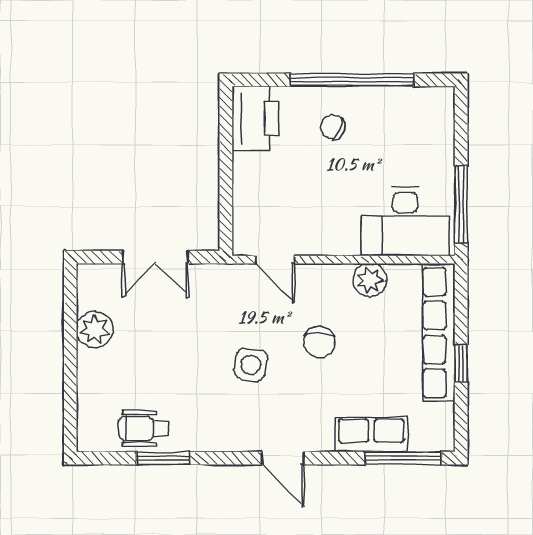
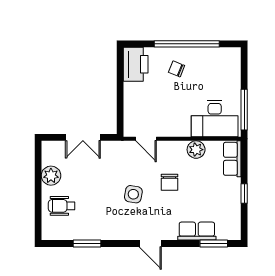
row of seats: (438, 333) -> (232, 159), width x0.50
wheelchair: (144, 429) -> (62, 206), moved
window: (403, 458) -> (214, 243), width x0.69

